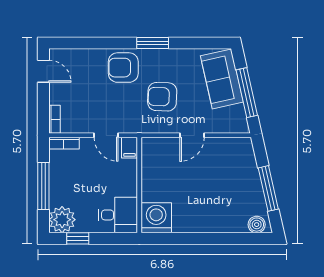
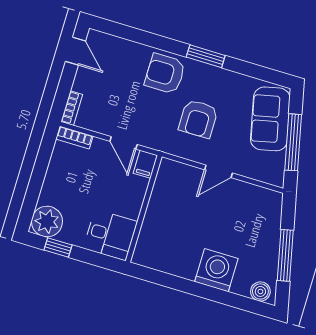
armchair: (162, 97) -> (198, 119), turned -92
window: (43, 186) -> (37, 178), removed
washing machine: (156, 218) -> (216, 270), moved

